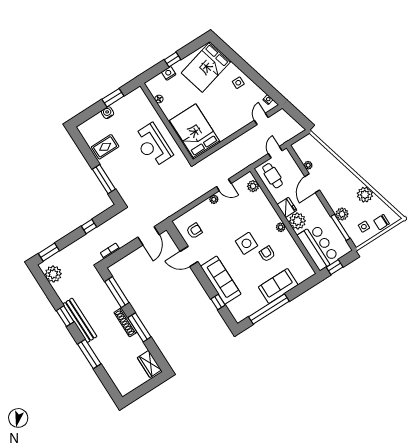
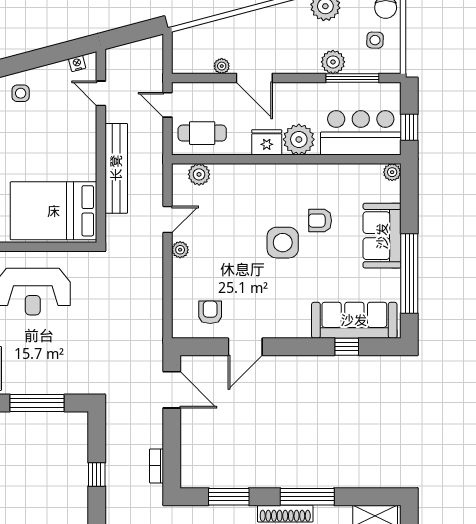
bench: (232, 147) -> (116, 168), added
plant: (281, 227) -> (392, 172), moved
sofa: (221, 280) -> (354, 320), moved
window: (117, 292) -> (229, 497), width x0.69

